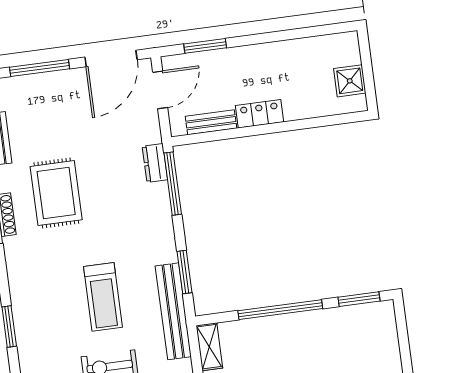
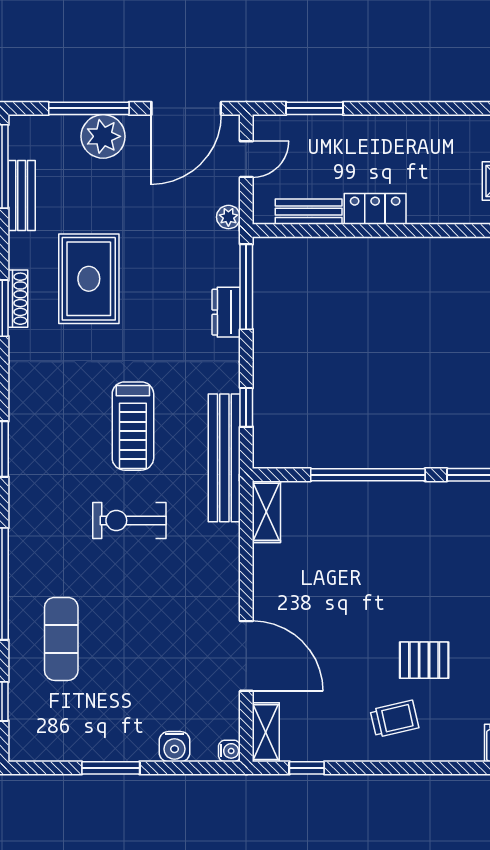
plant: (53, 87) -> (103, 136), added
door: (160, 90) -> (246, 159), width x0.73
plant: (153, 134) -> (228, 217), added
dresser: (155, 163) -> (226, 312), moved
window: (184, 272) -> (246, 407), width x0.67

